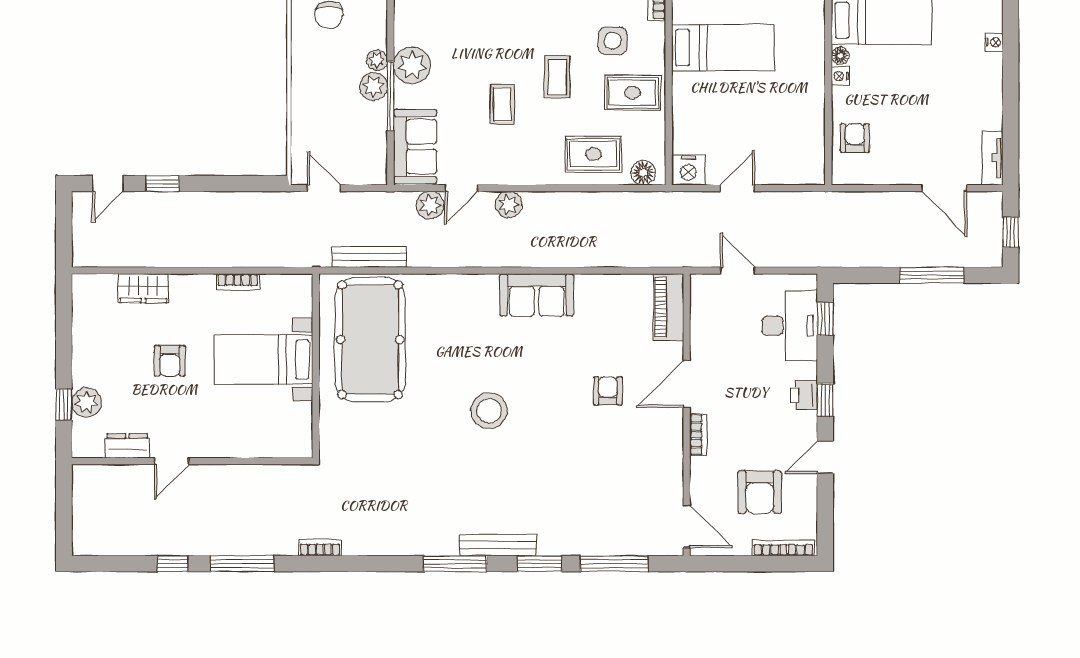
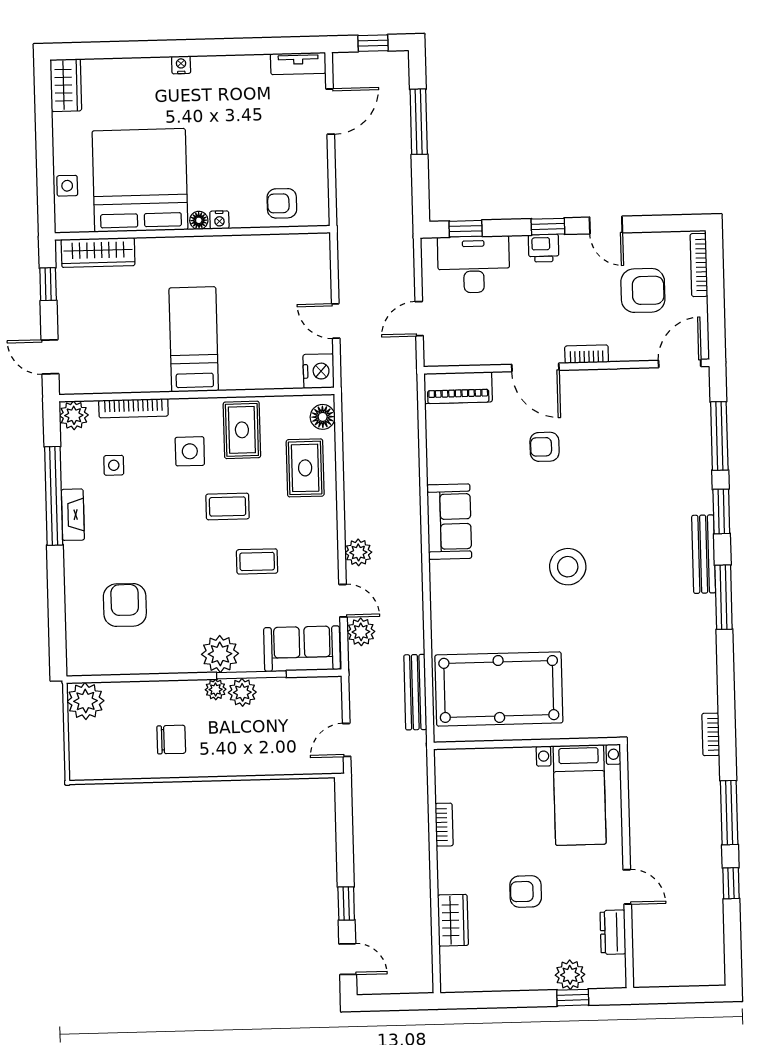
bed with nightstands: (264, 360) -> (580, 795), moved
armchair: (170, 361) -> (526, 892), turned 180

